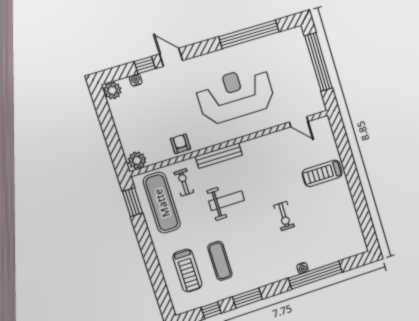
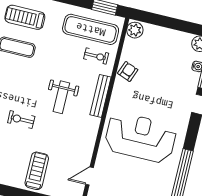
reception desk: (235, 95) -> (140, 138), turned -90
armchair: (180, 144) -> (128, 71), turned -69
weight bench: (227, 201) -> (61, 97), moved

